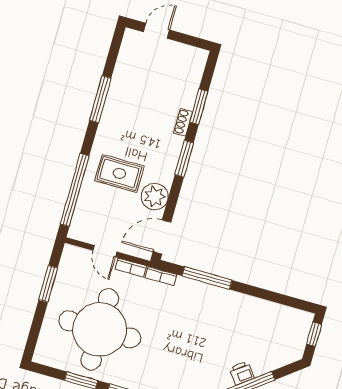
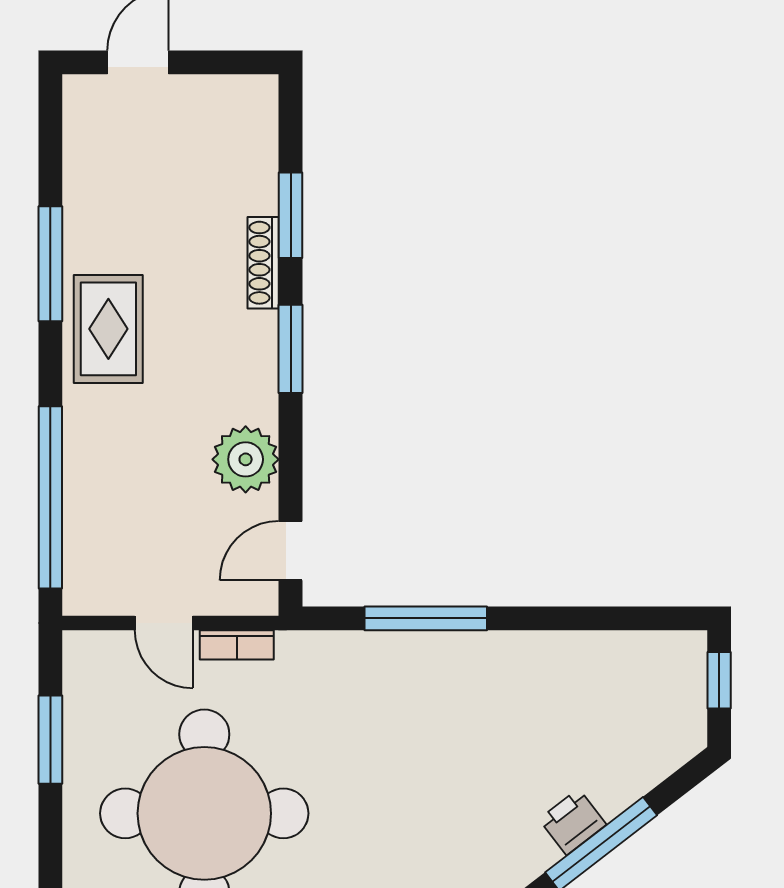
shoe rack: (183, 122) -> (263, 263), width x1.43
rug: (119, 173) -> (108, 329), moved, turned 90
door: (162, 237) -> (291, 551), width x0.73
bookcase: (161, 276) -> (314, 645), removed

